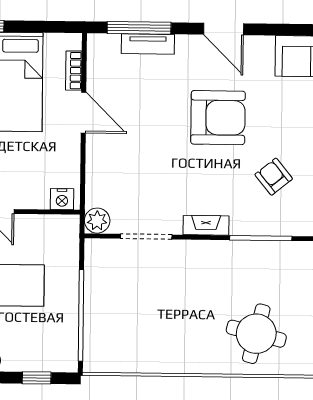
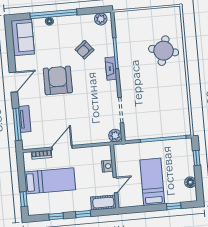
nightstand: (62, 199) -> (107, 166), moved
fireplace: (206, 225) -> (111, 69), moved

